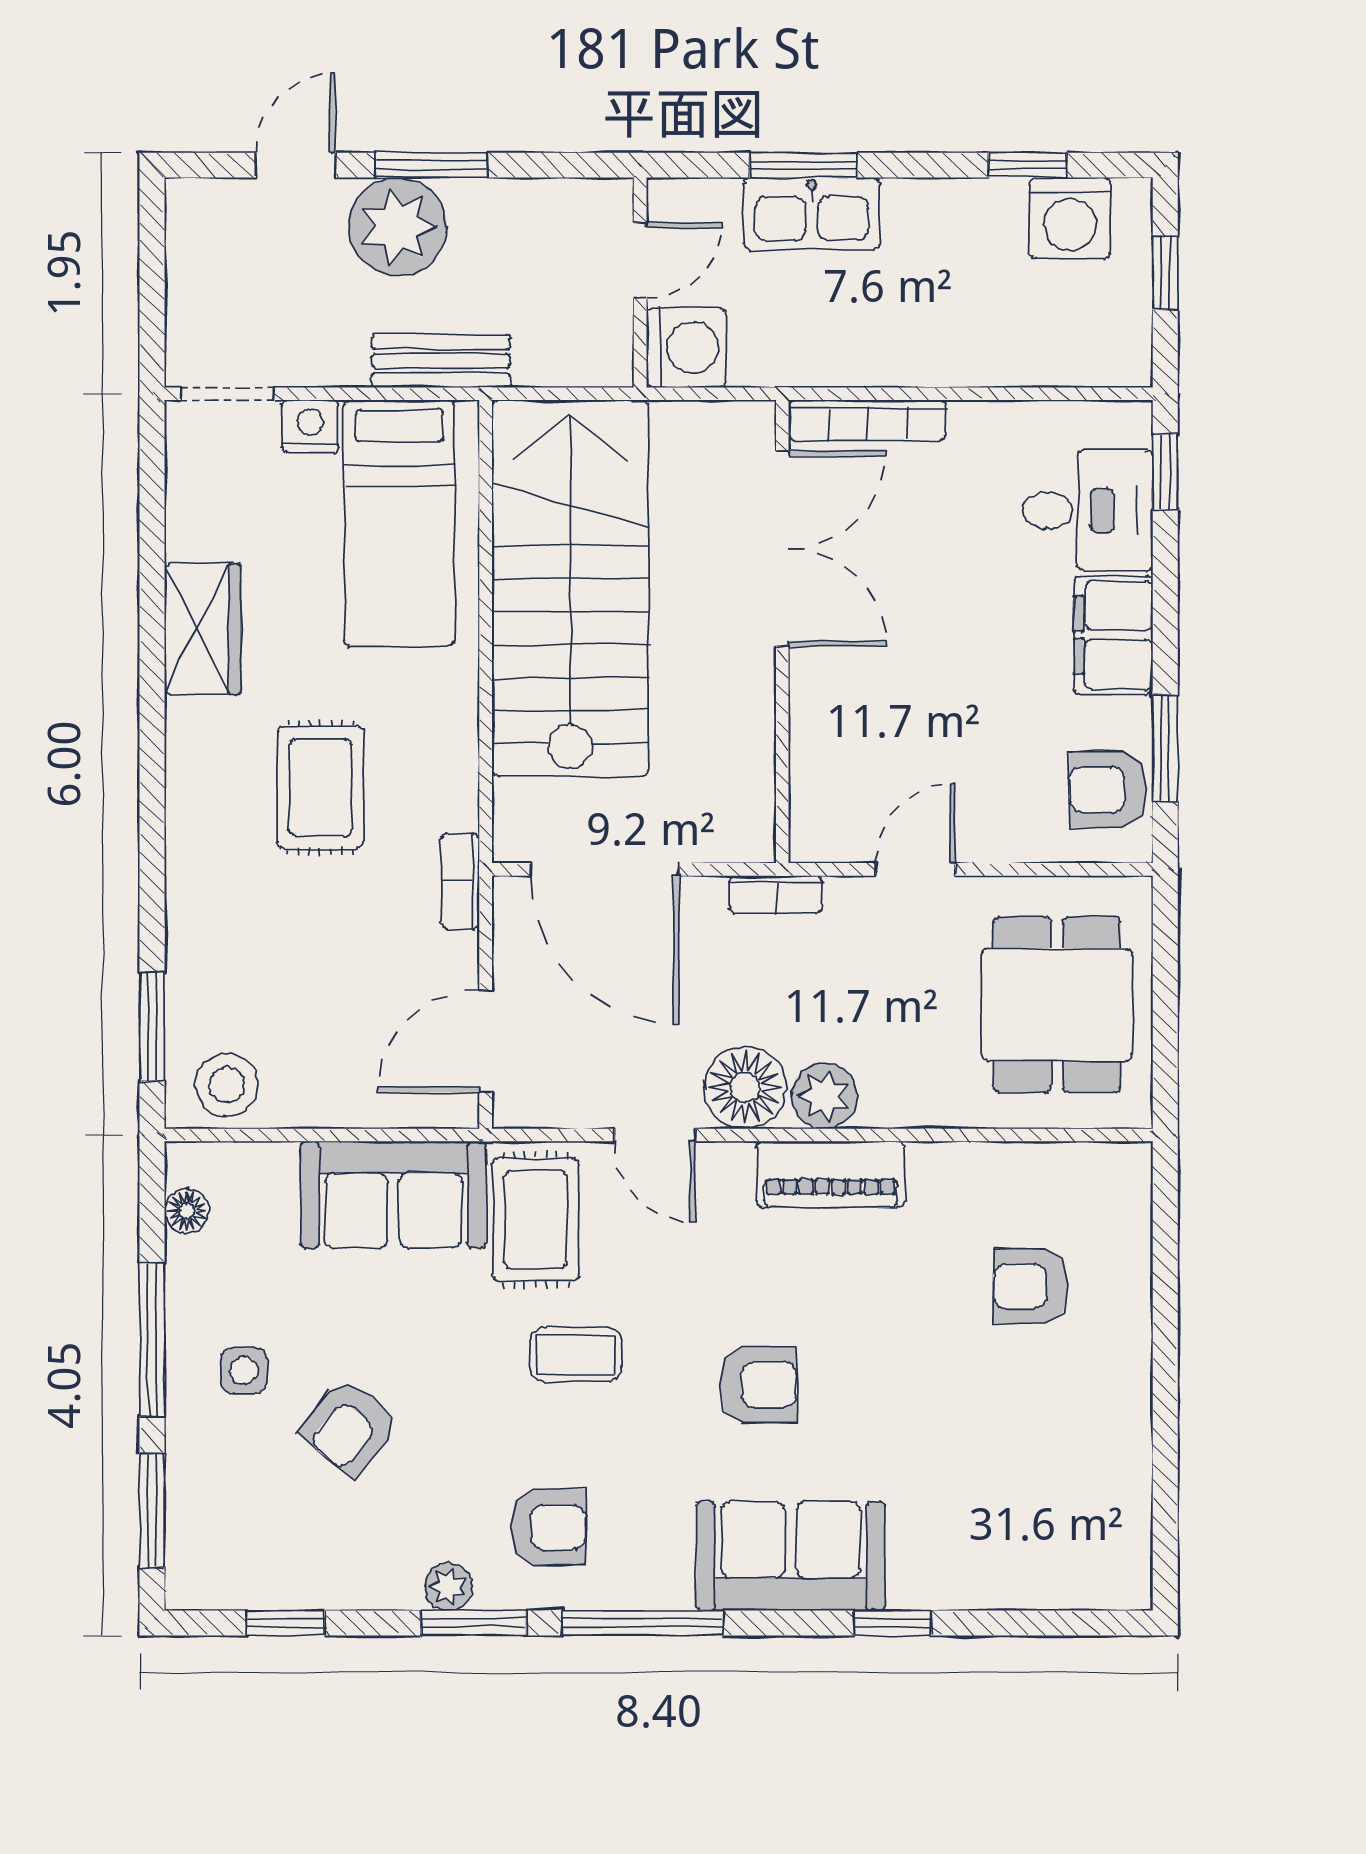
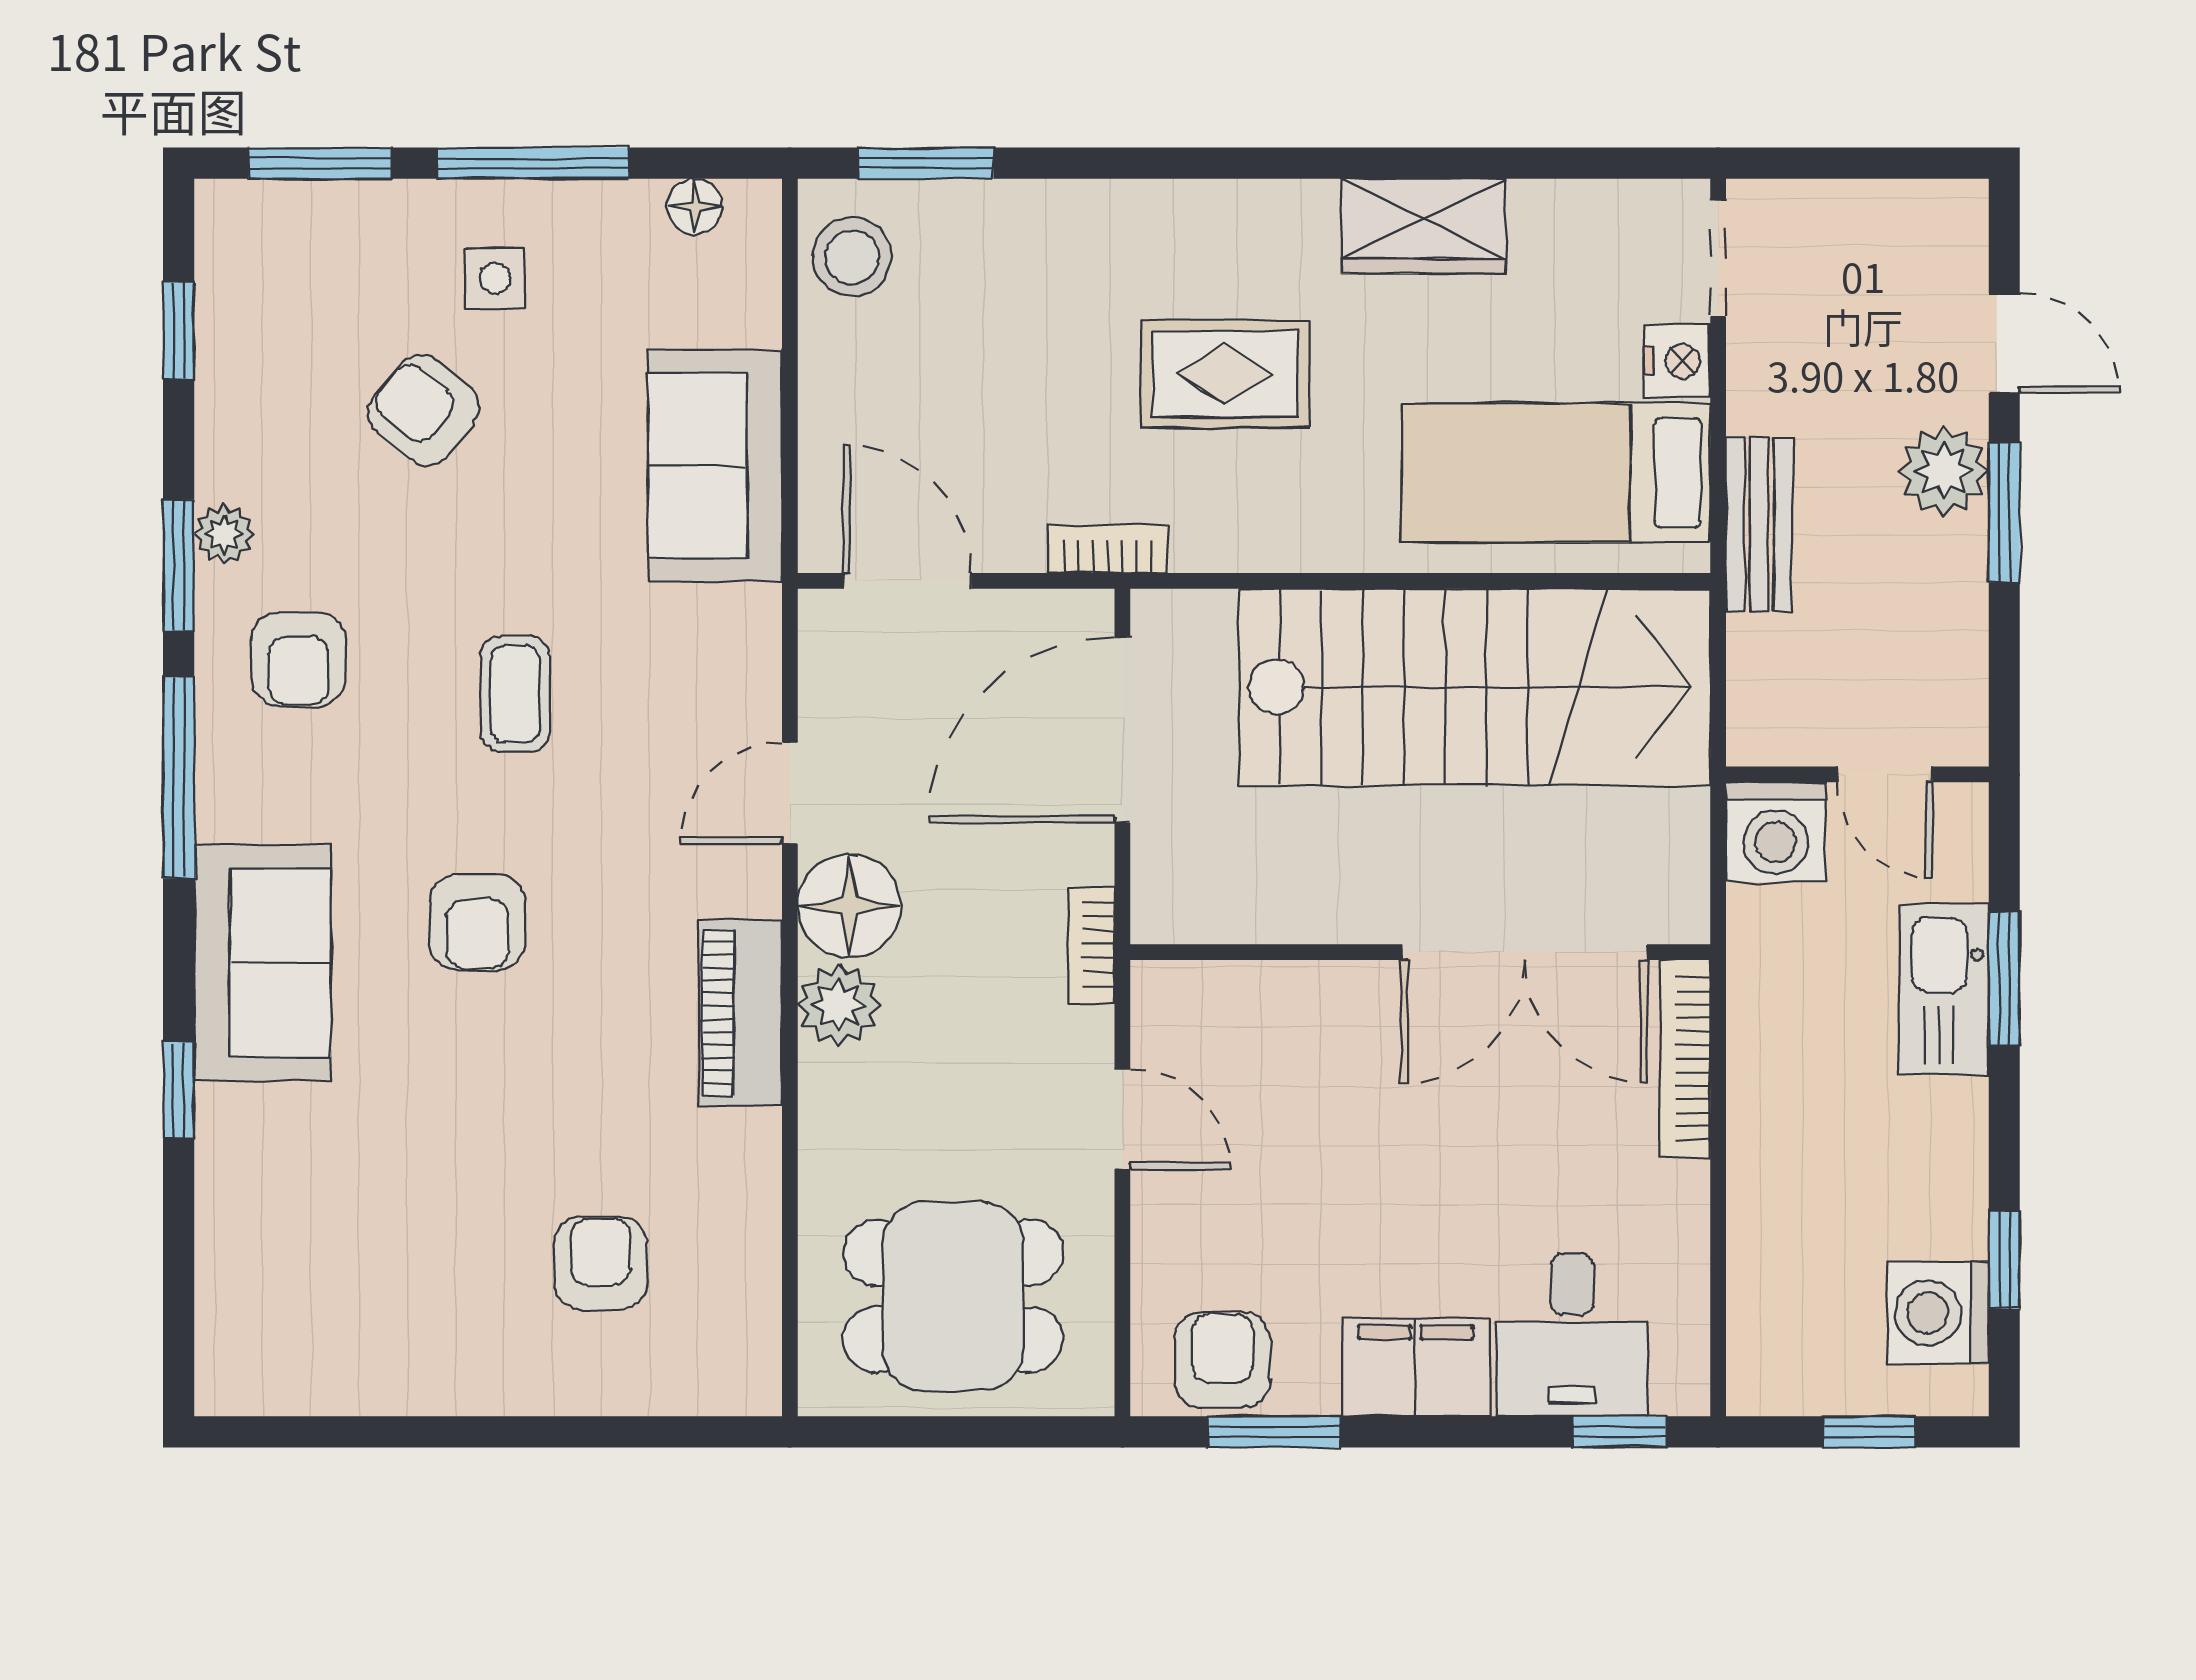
plant: (398, 227) -> (1944, 471), width x0.73, depth x0.73
rug: (536, 1220) -> (684, 643), removed

